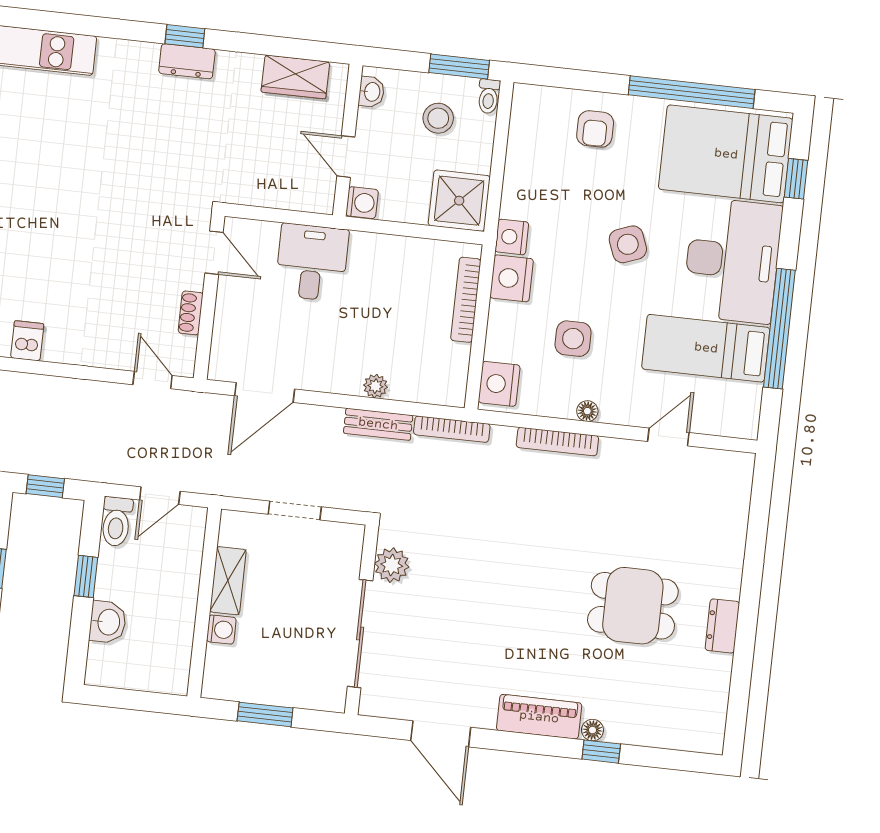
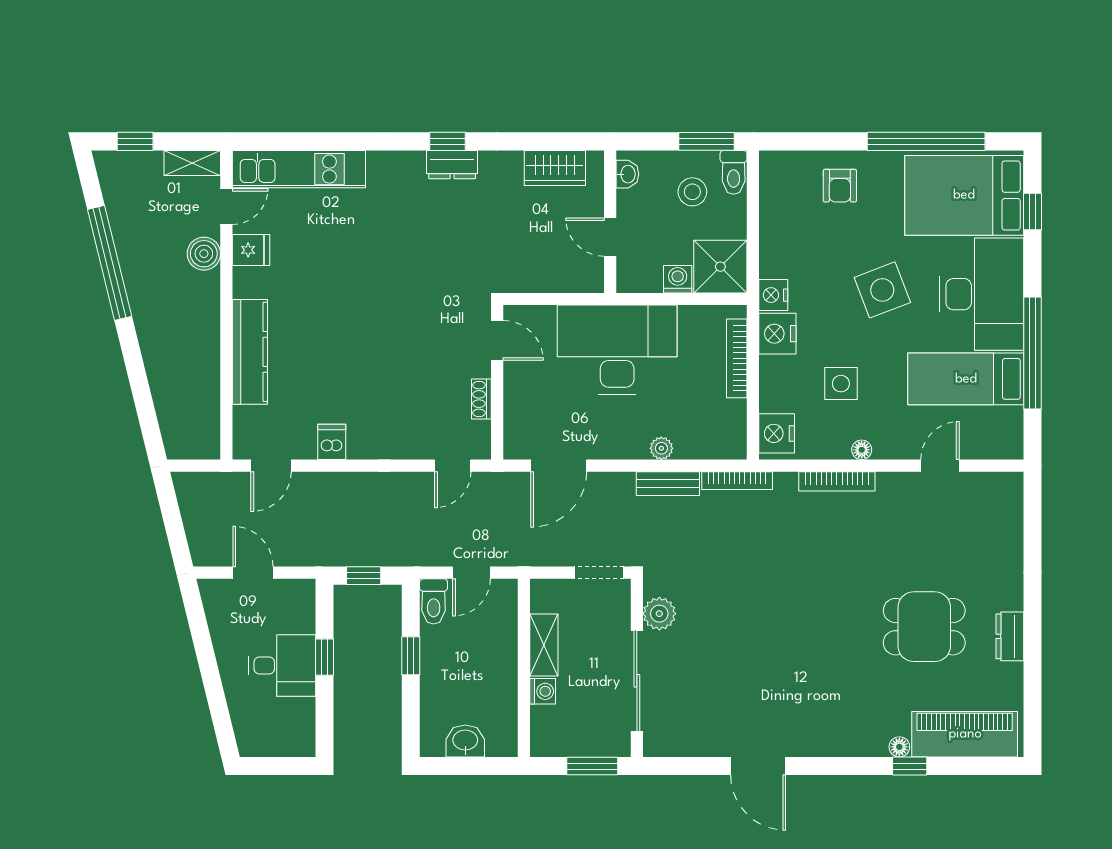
toilet: (489, 96) -> (734, 172), width x1.37, depth x1.39
washing machine: (362, 203) -> (678, 279), moved, turned -90
side table: (628, 244) -> (882, 290), width x1.37, depth x1.37
desk: (312, 262) -> (617, 350), width x1.87, depth x1.30
door: (153, 380) -> (453, 466), swing flipped
plant: (392, 565) -> (659, 614), moved
wall: (362, 620) -> (637, 668), moved
washbasin: (108, 622) -> (465, 741), moved, turned -90
sliding door: (360, 634) -> (637, 681), moved
piano: (539, 717) -> (965, 734), moved, width x1.37, depth x1.33

